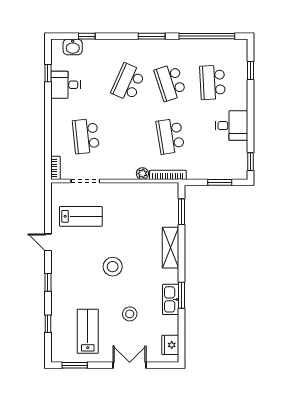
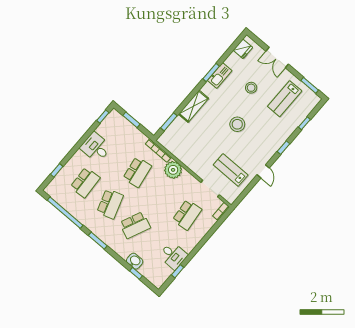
washbasin: (73, 47) -> (135, 261), moved
plant: (142, 174) -> (173, 170), width x1.88, depth x1.88

